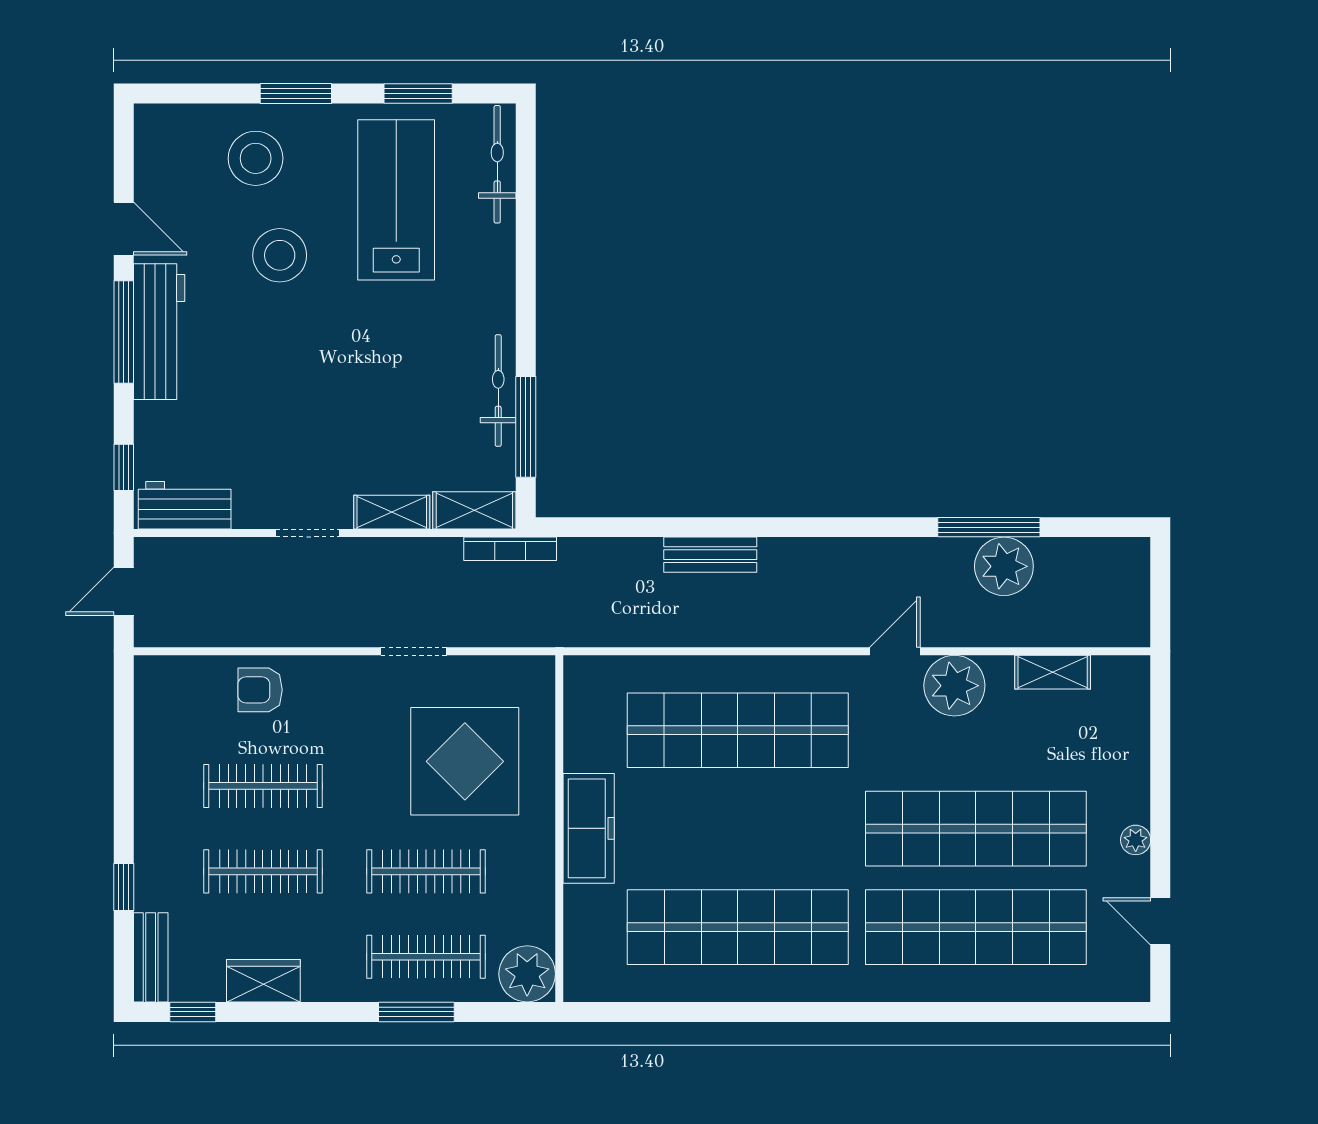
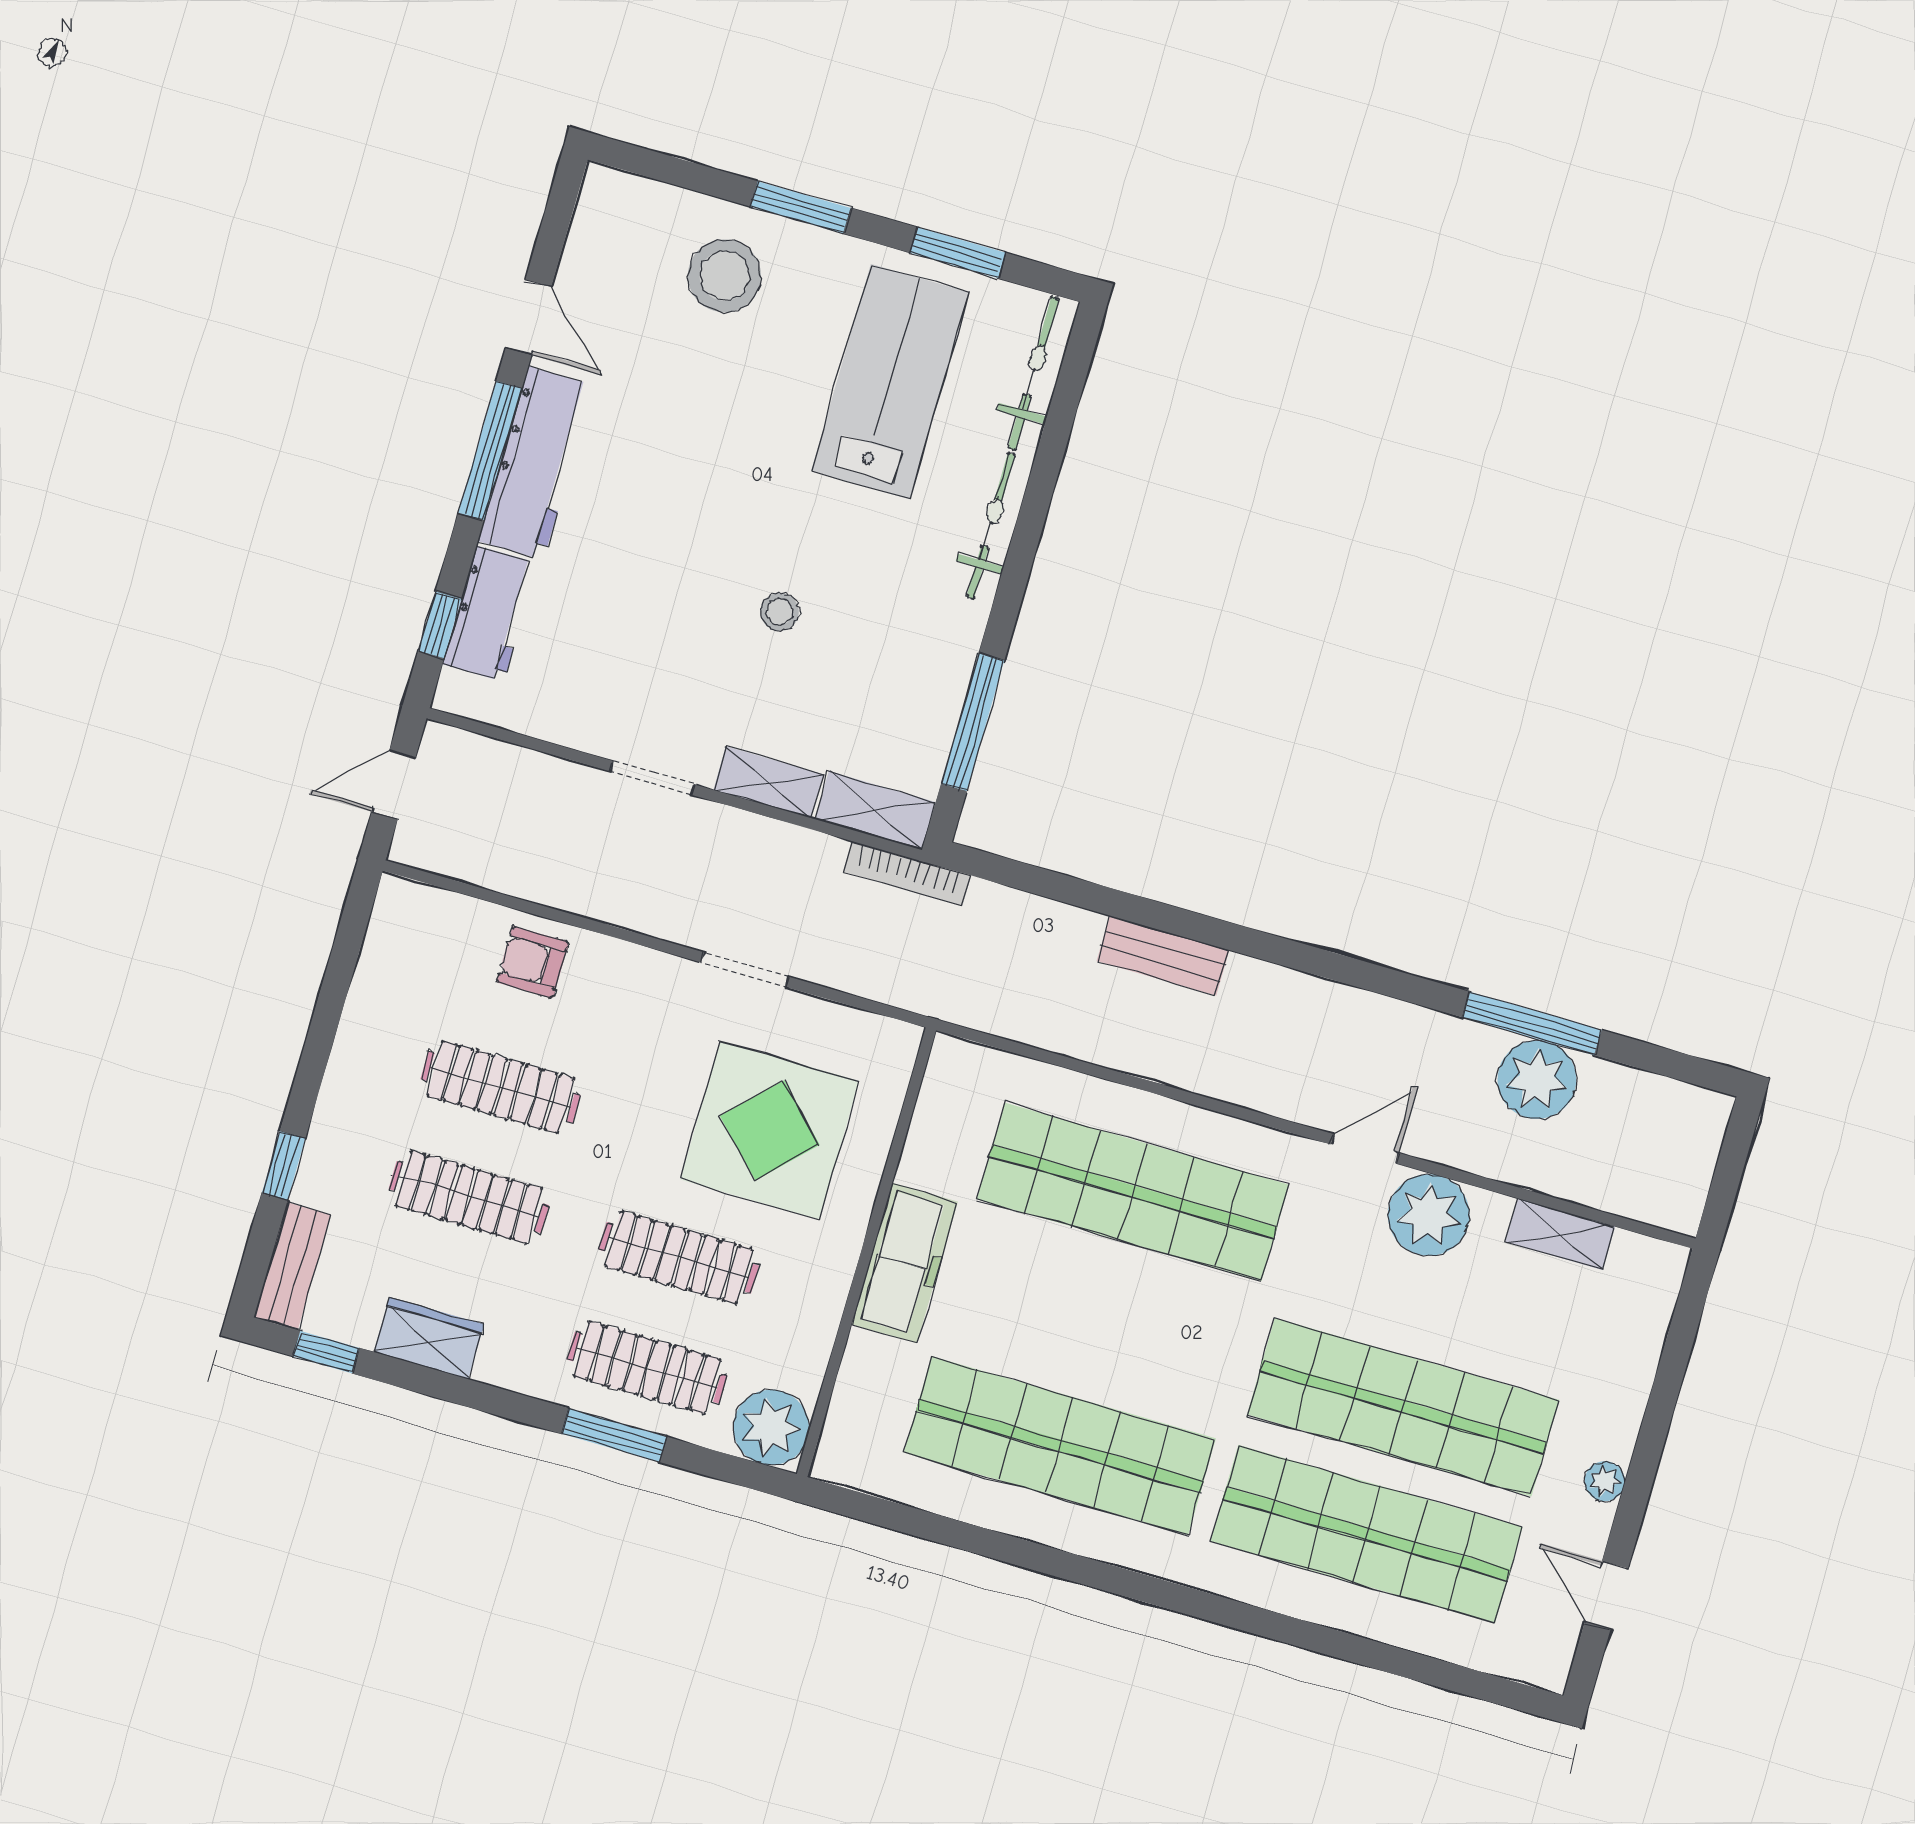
stool: (280, 255) -> (780, 612), moved, width x0.53, depth x0.53
bicycle: (498, 390) -> (991, 526), moved
workbench: (185, 505) -> (490, 614), moved, turned 90

